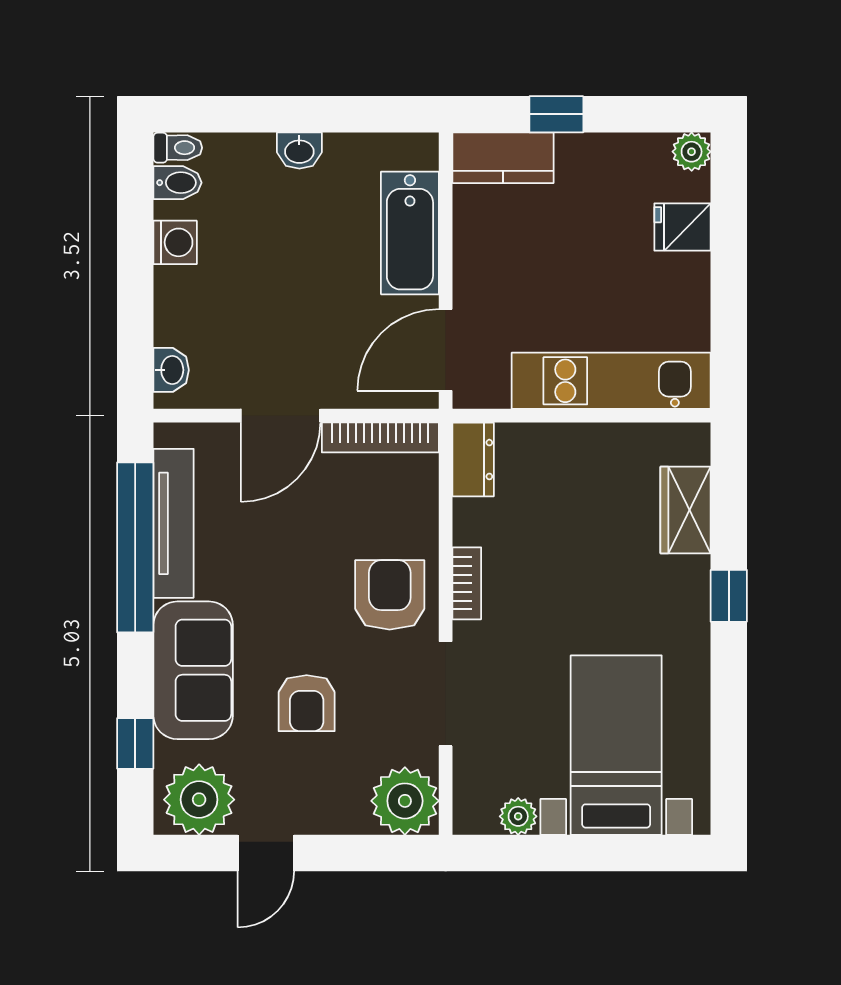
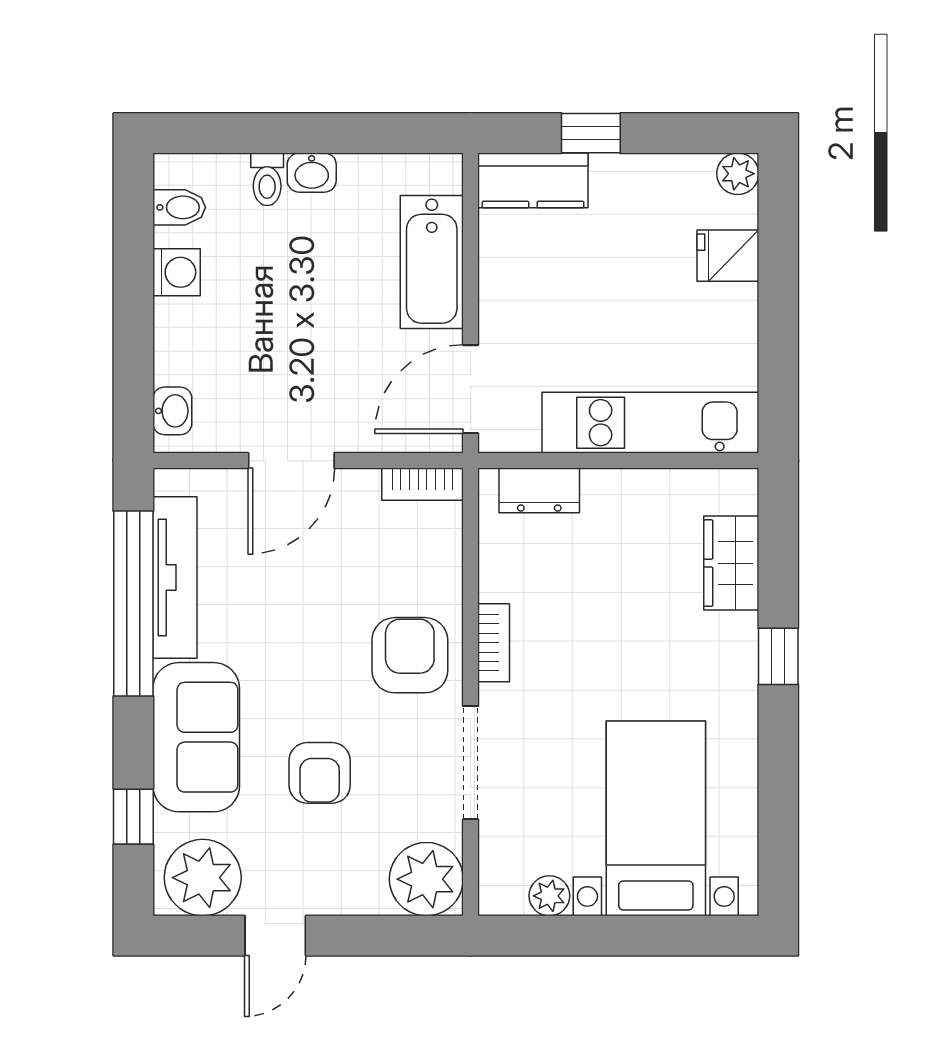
toilet: (178, 148) -> (267, 179), moved, turned 90
bookcase: (380, 437) -> (423, 484), width x0.64
dresser: (473, 460) -> (539, 490), moved, turned 90

